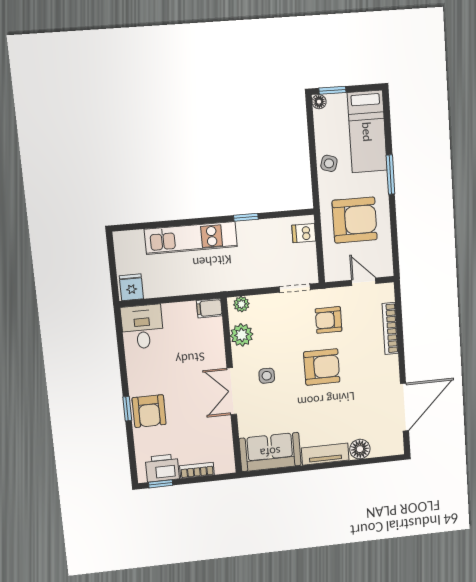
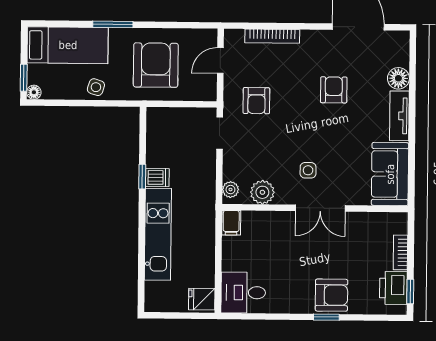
dishwasher: (304, 233) -> (157, 177), moved, turned -90
armchair: (322, 367) -> (334, 90), moved, width x0.72, depth x0.72

